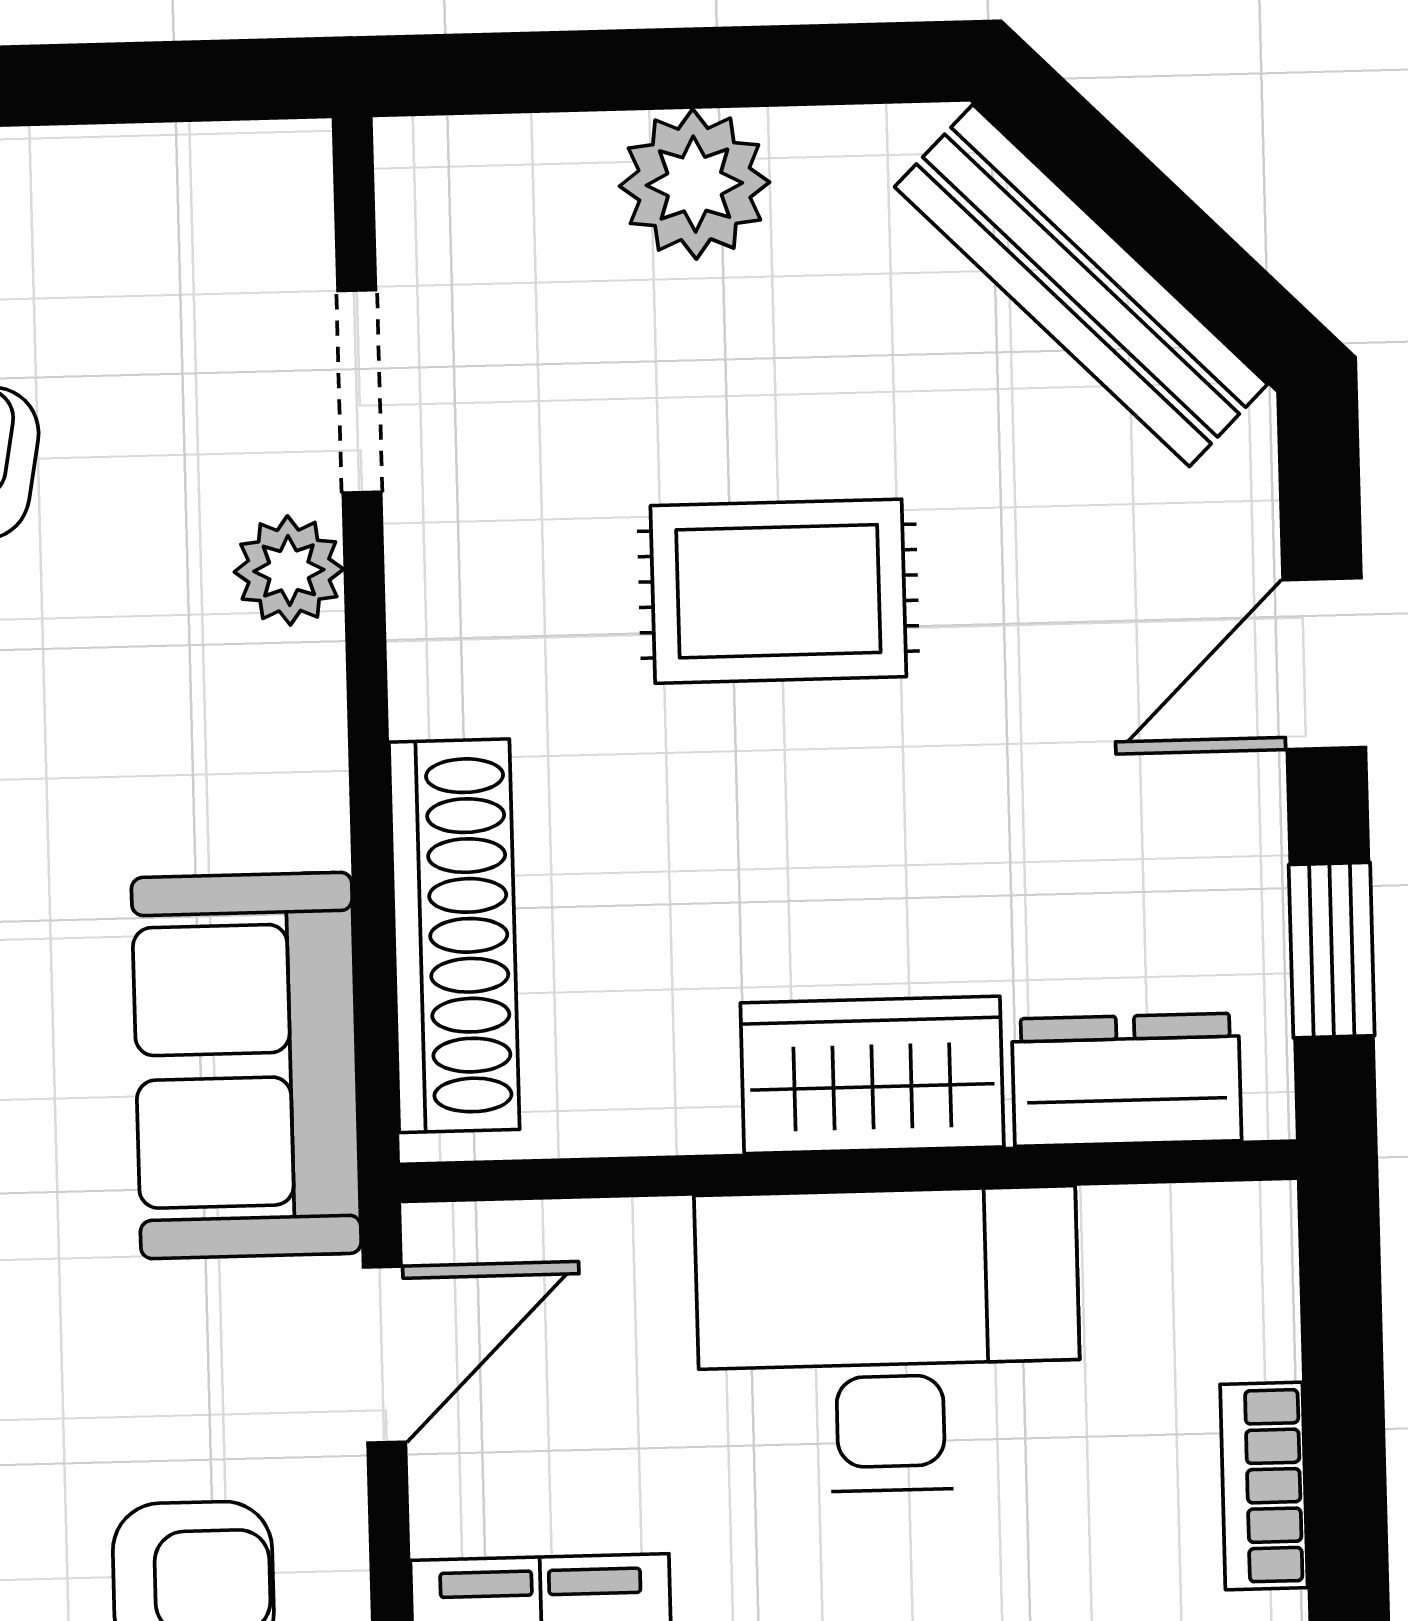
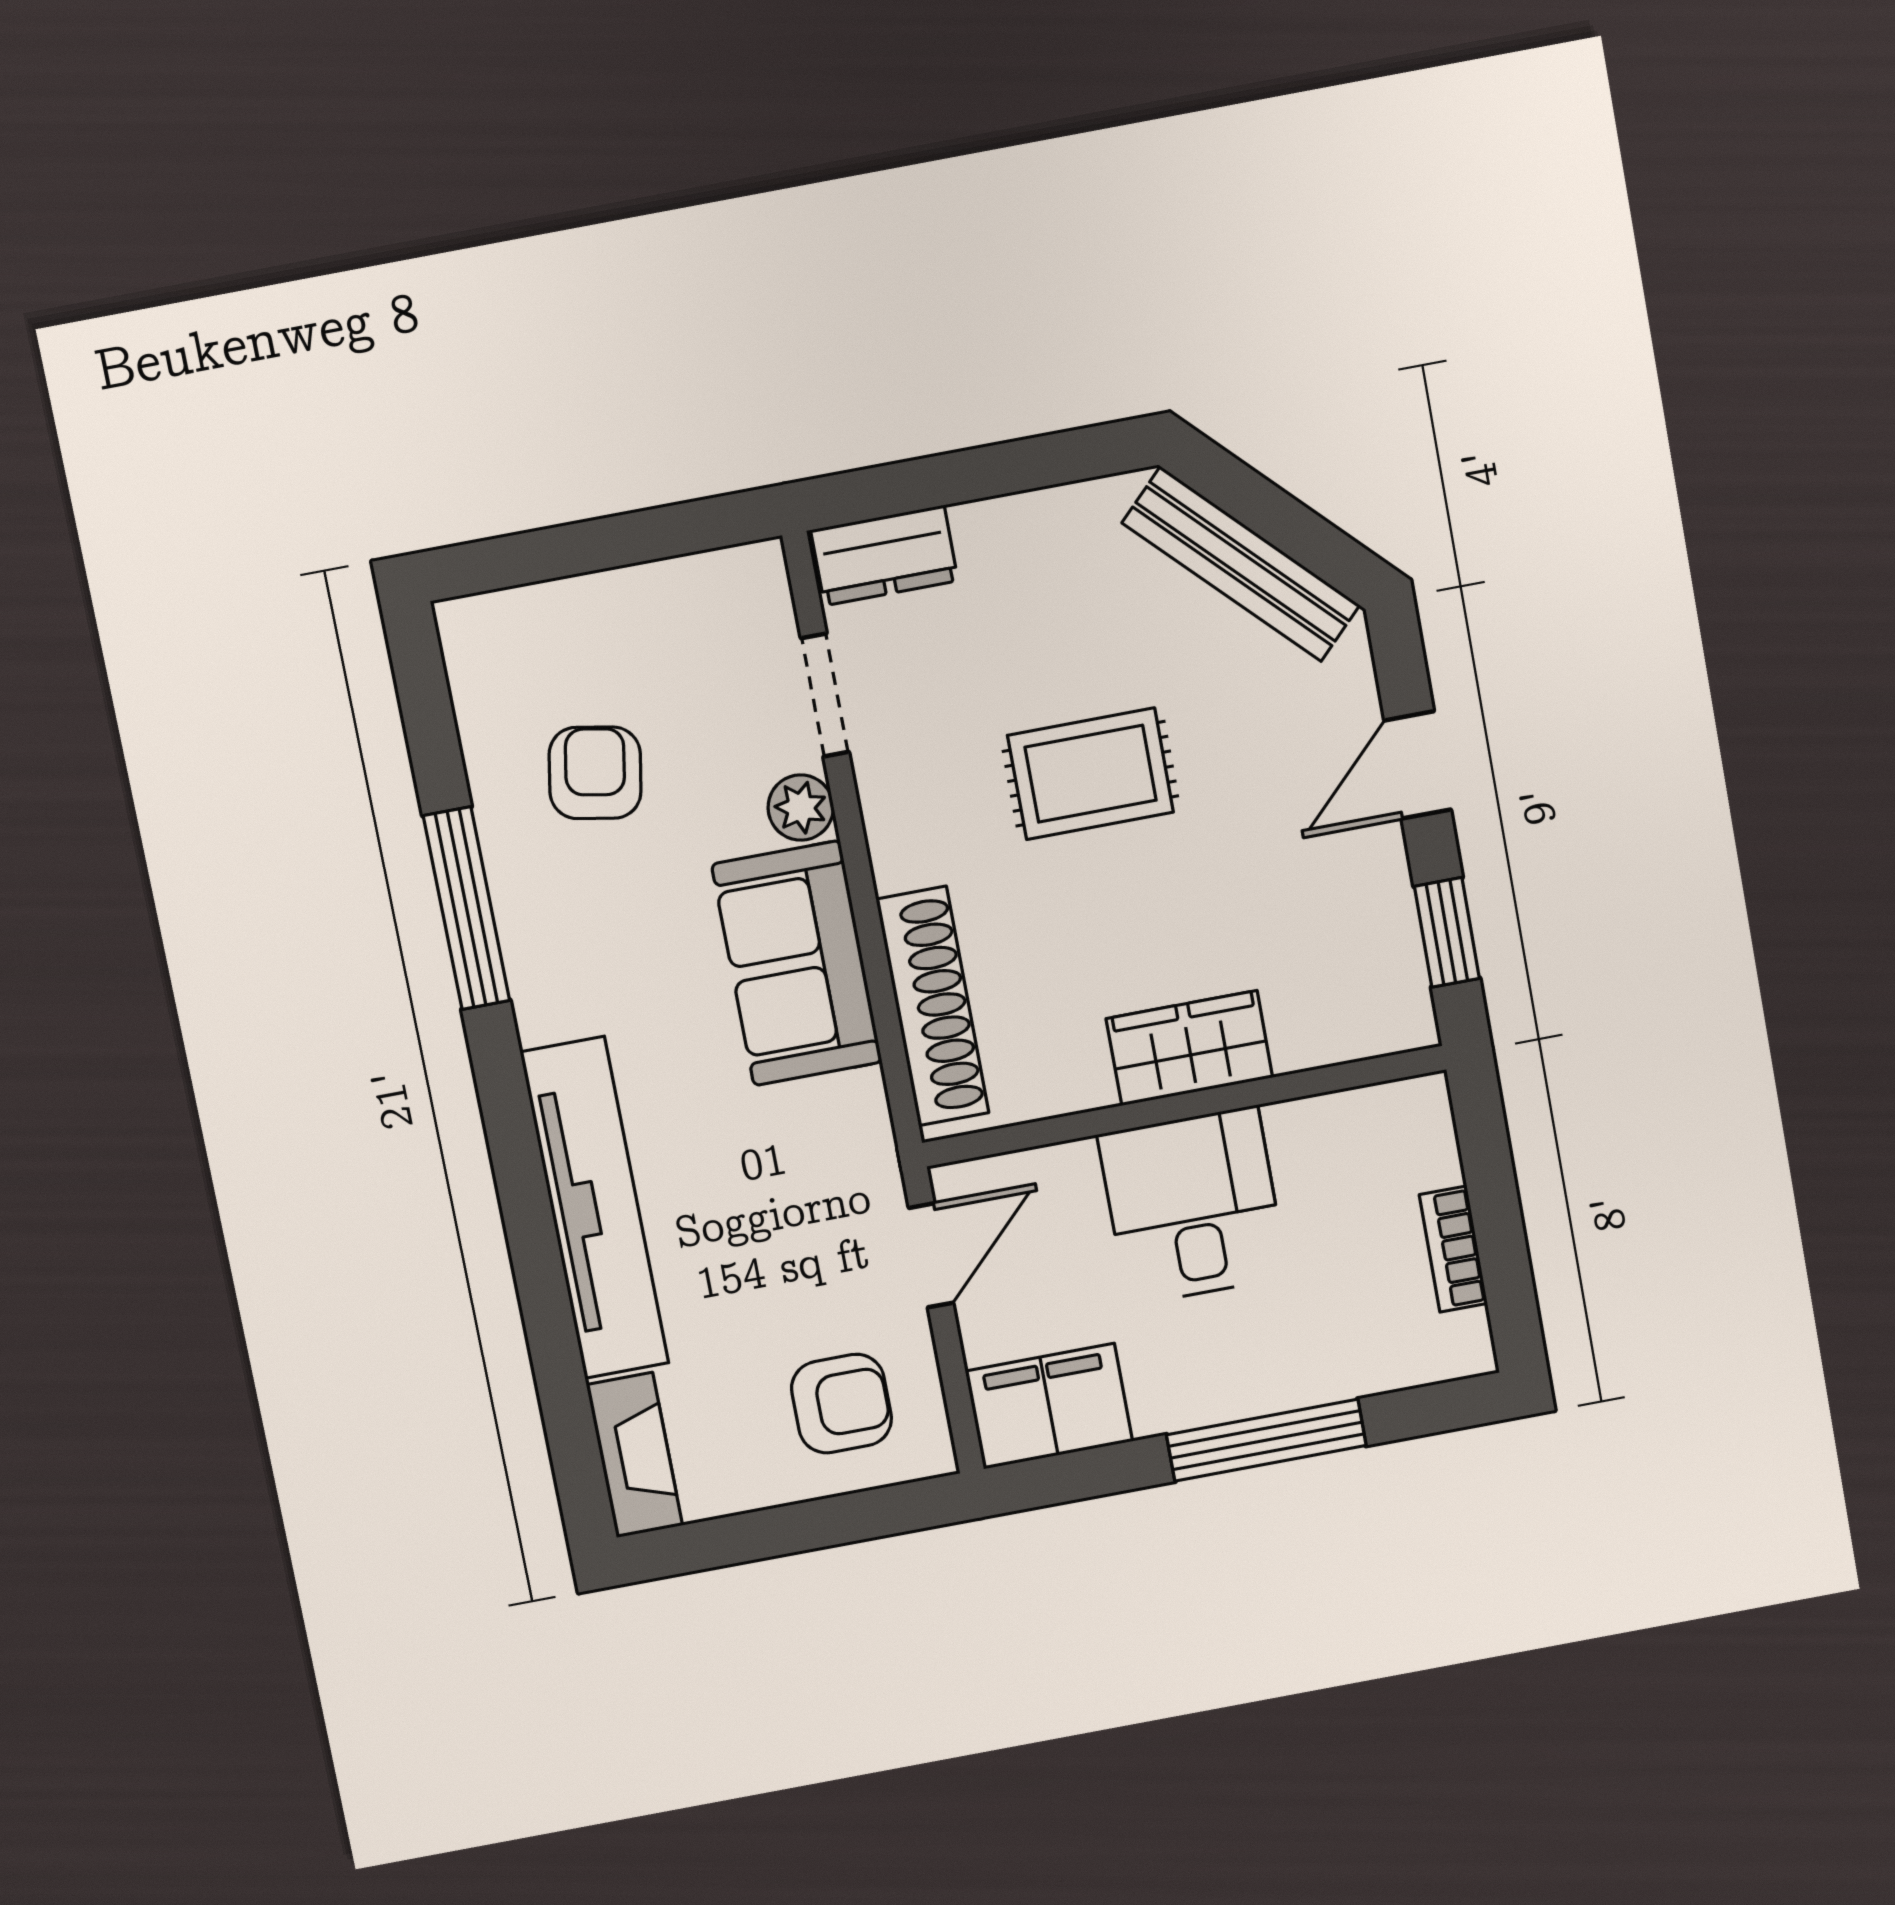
plant: (694, 184) -> (1003, 540), removed
sofa: (246, 1065) -> (797, 963), moved
dresser: (1126, 1080) -> (884, 555), moved, turned 180
desk: (888, 1340) -> (1193, 1206), width x0.73

